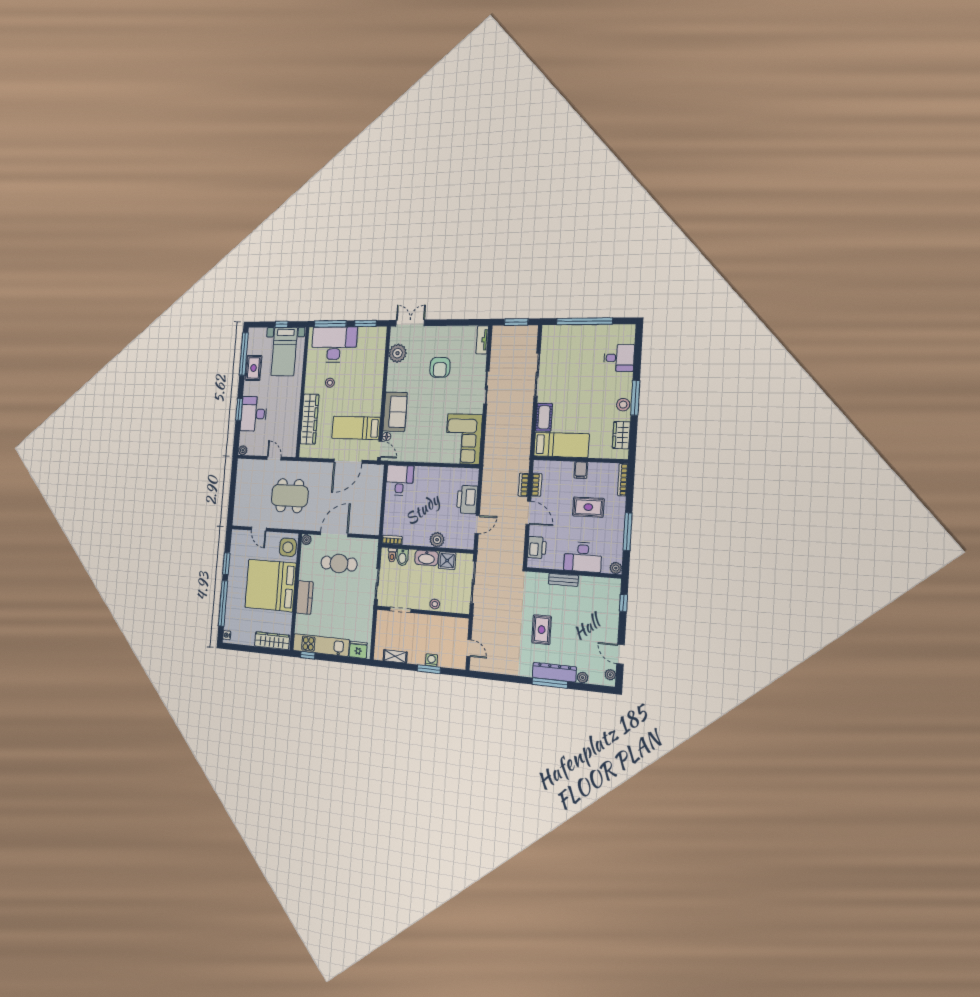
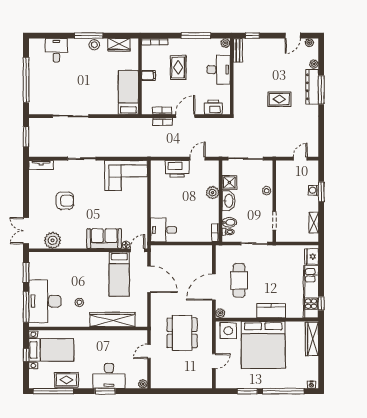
cot: (544, 417) -> (106, 108), removed
door: (477, 524) -> (198, 159), hinge flipped
door: (334, 534) -> (214, 287), hinge flipped
bench: (563, 580) -> (238, 50), moved

